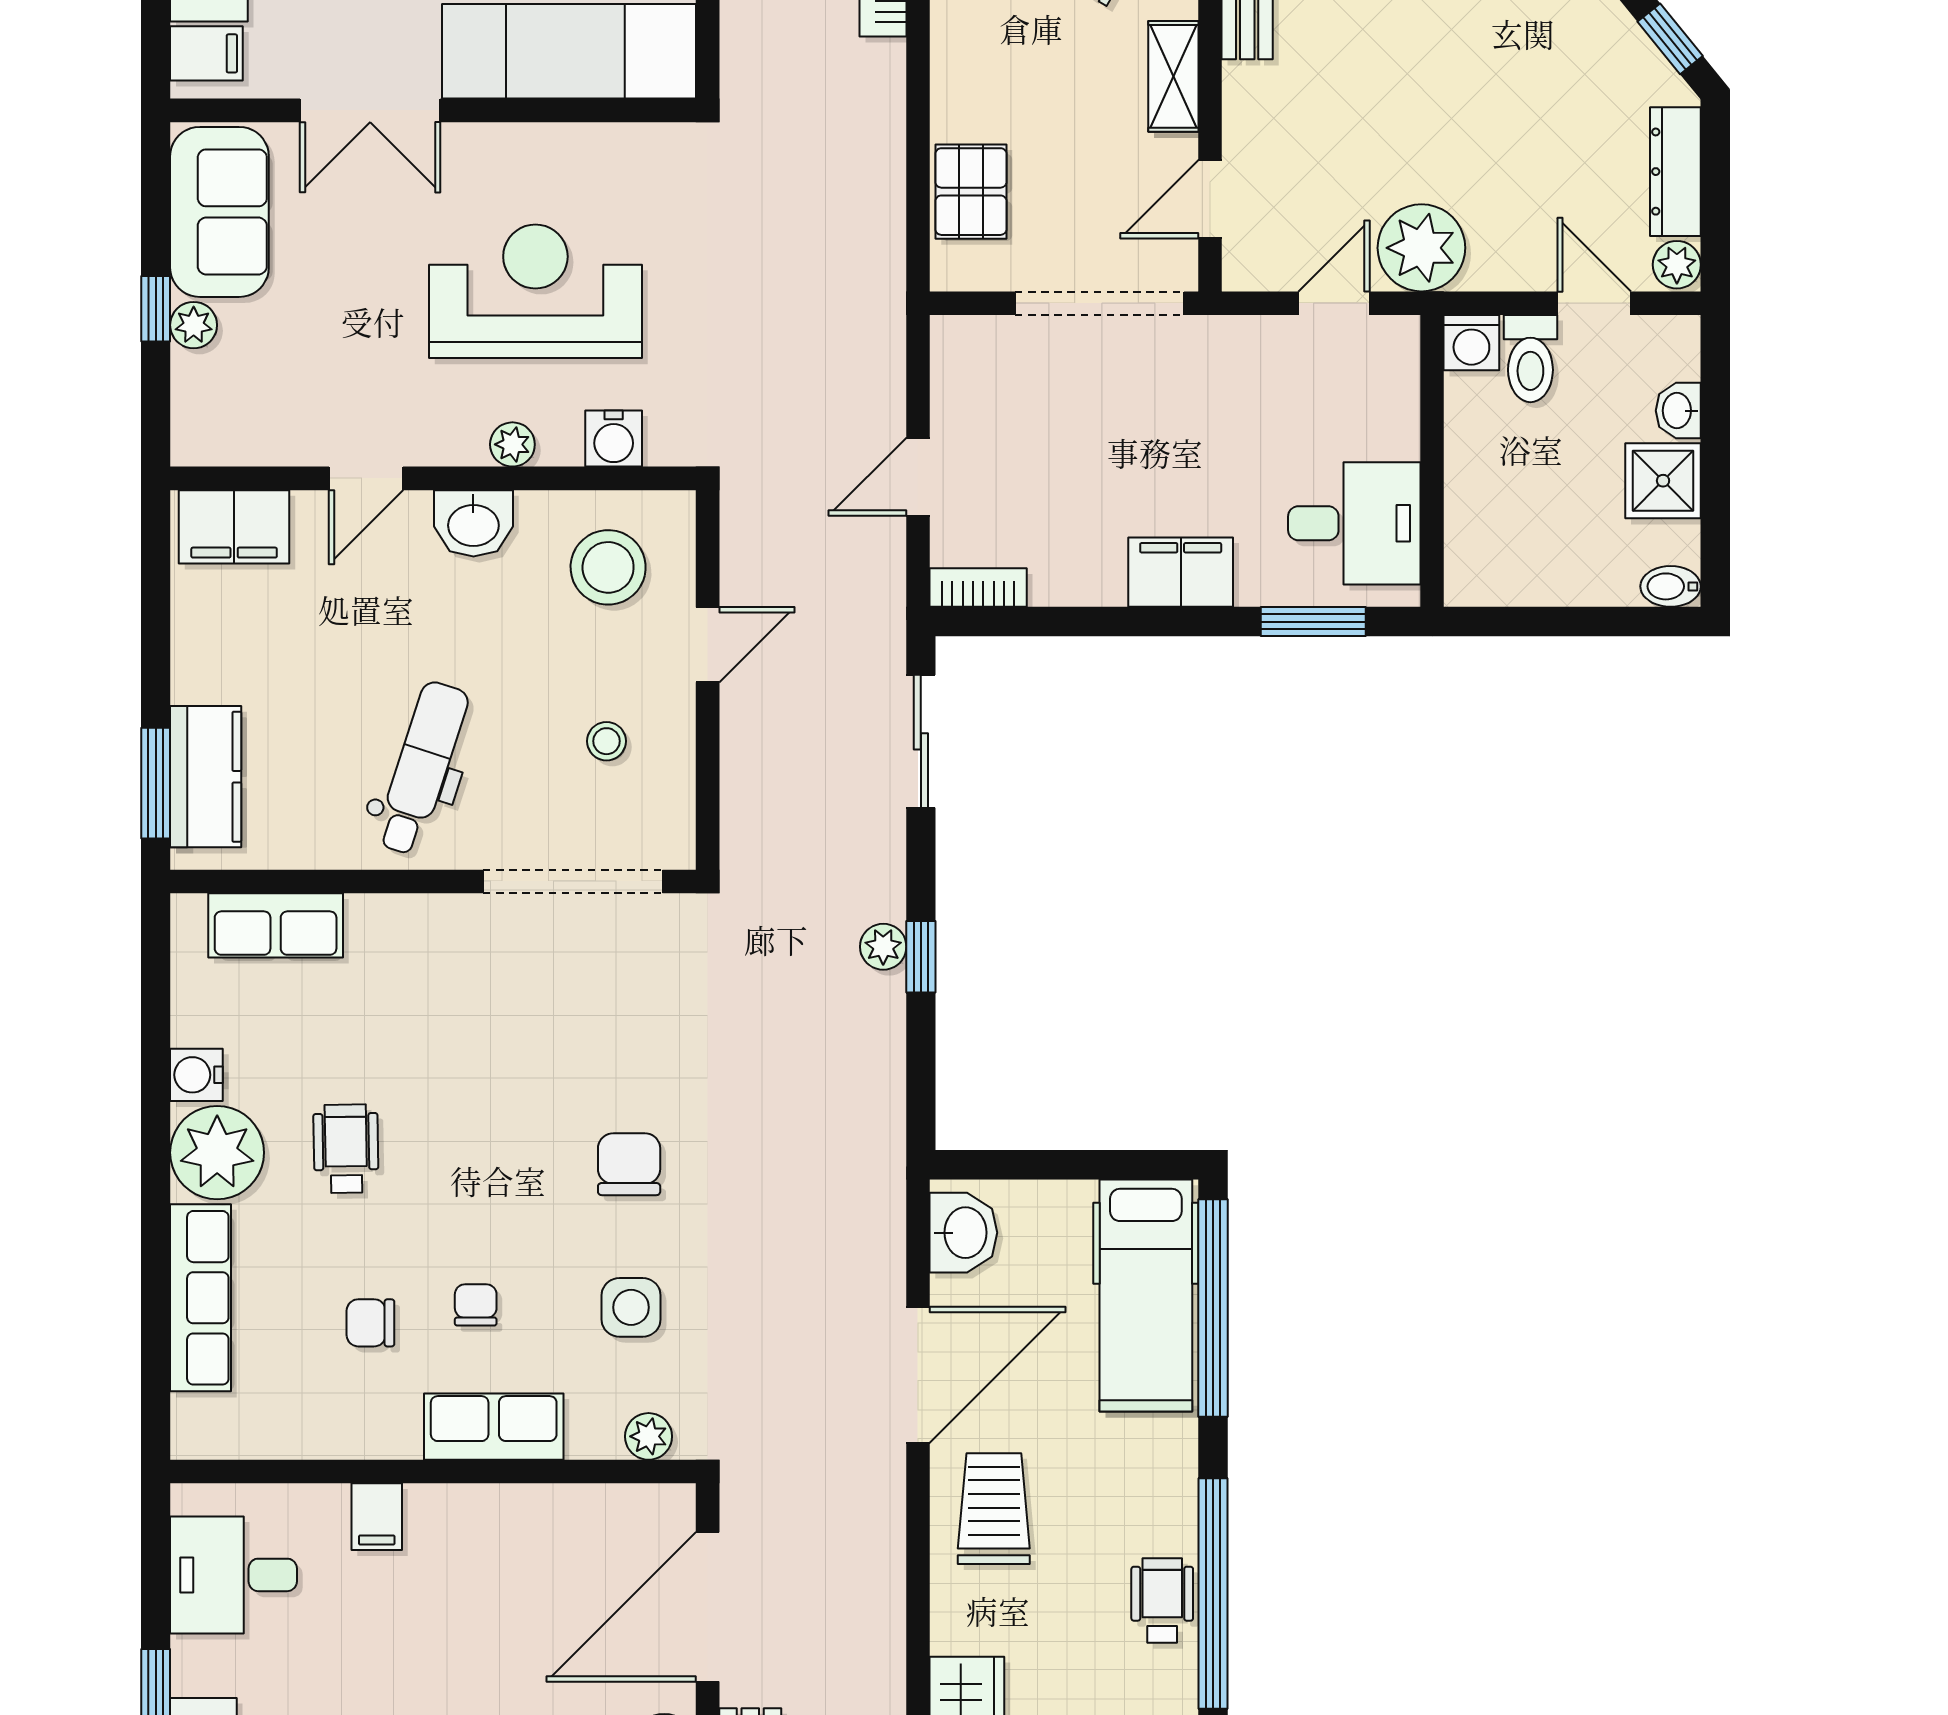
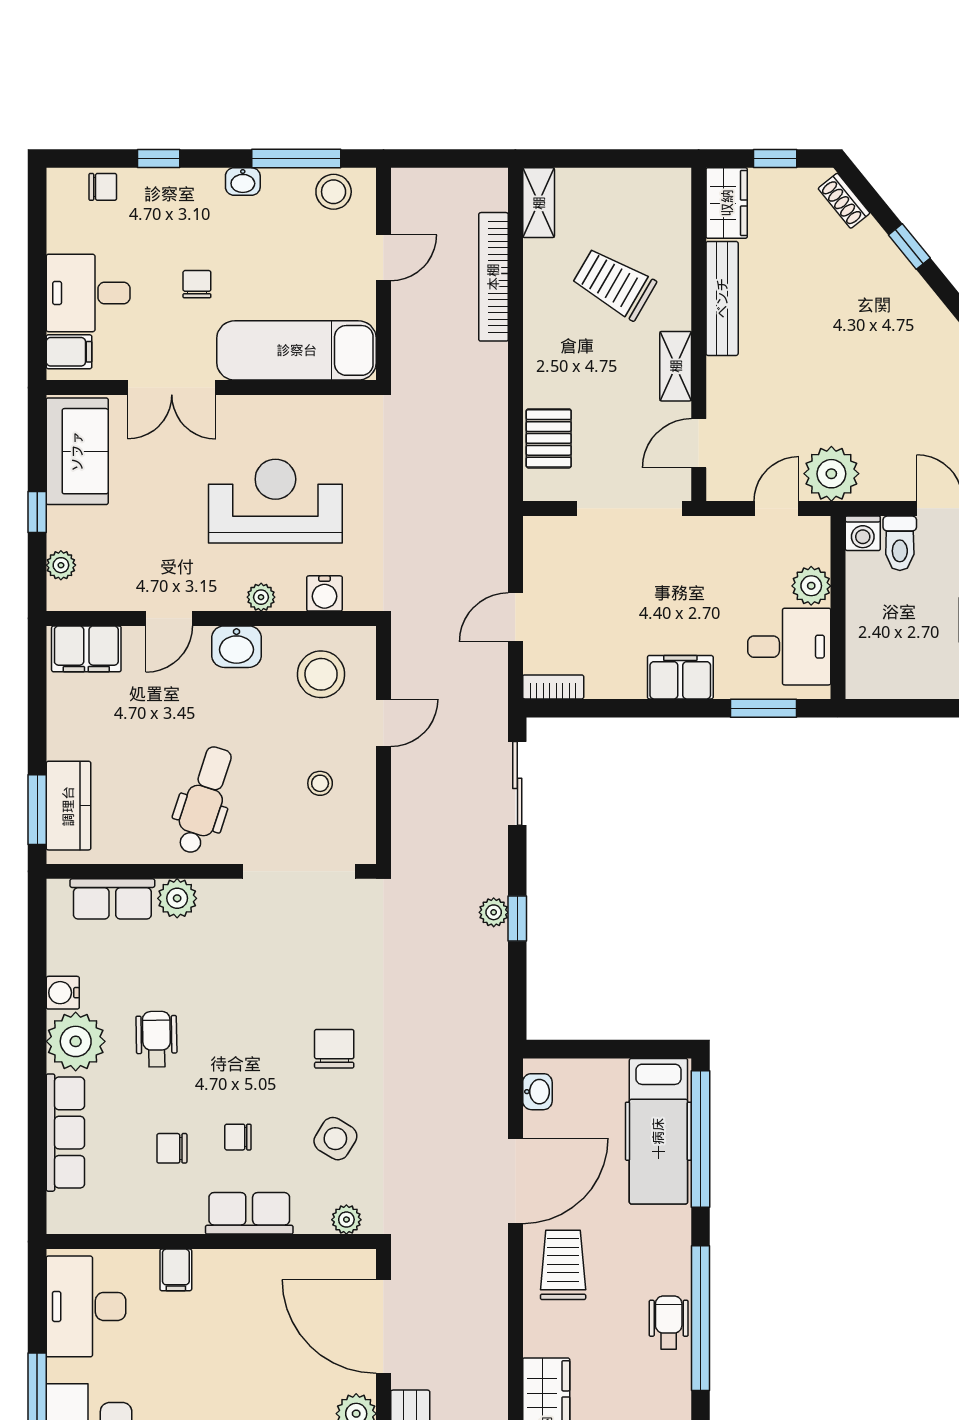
plant: (194, 325) -> (61, 565), moved
plant: (1389, 426) -> (811, 586), added
plant: (379, 924) -> (177, 898), added
washbasin: (963, 1233) -> (537, 1092), width x0.72, depth x0.69
chair: (476, 1305) -> (238, 1137), turned -90
side table: (631, 1307) -> (335, 1139), turned 31
desk: (234, 1575) -> (86, 1306), width x1.37
door: (708, 1607) -> (383, 1326), hinge flipped

